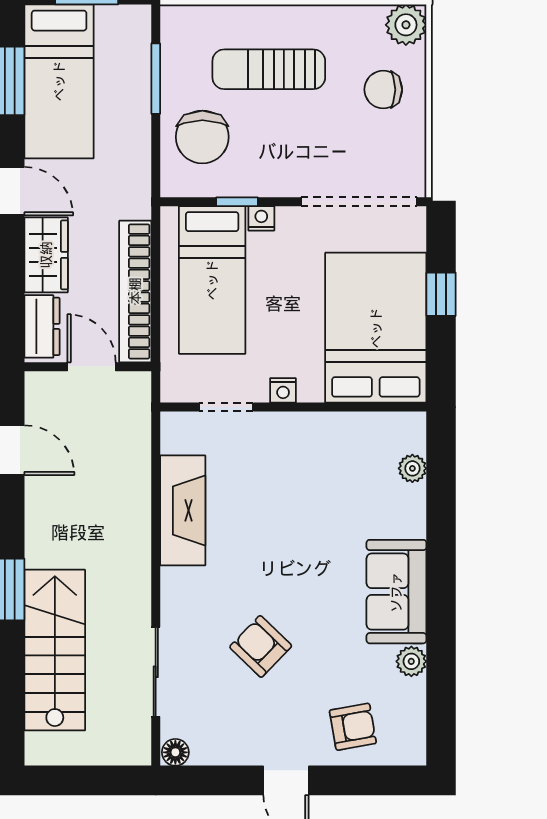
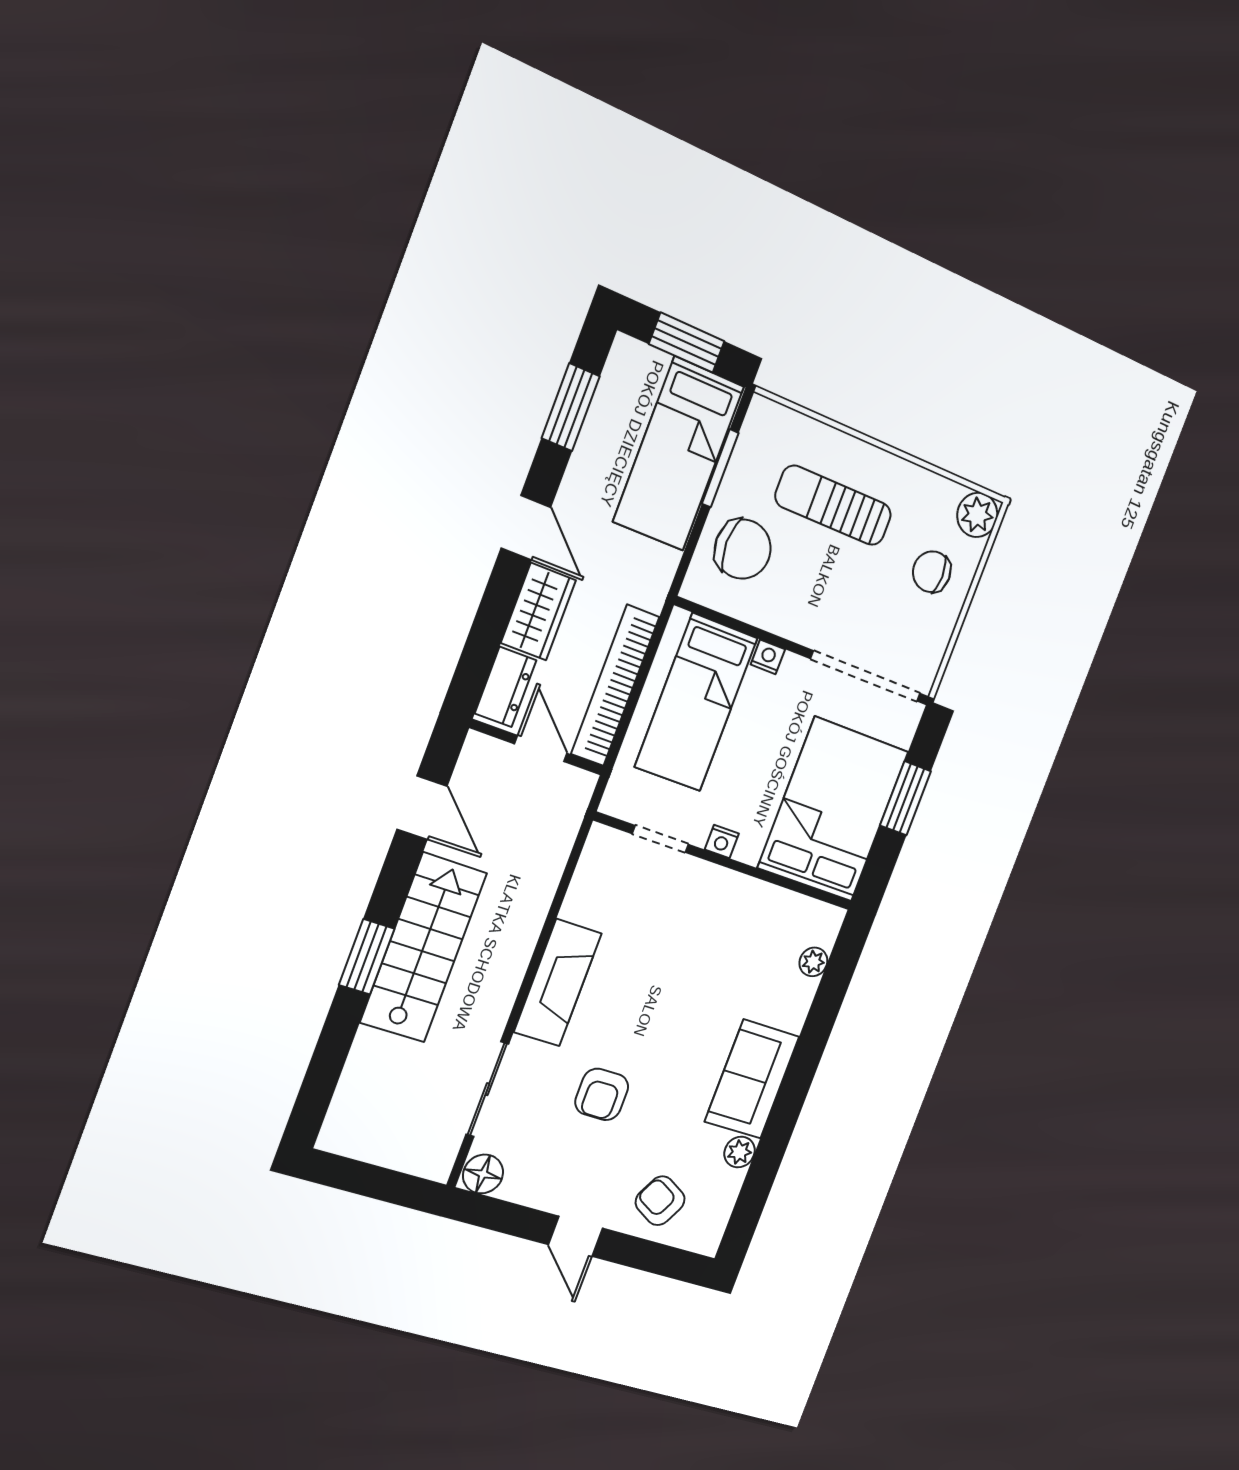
bed: (59, 81) -> (679, 454), moved
chair: (202, 137) -> (743, 549), turned -90
window: (237, 202) -> (751, 630), removed
window: (441, 294) -> (905, 798), width x1.50
fireplace: (183, 510) -> (558, 983), moved
armchair: (261, 646) -> (602, 1094), turned -134
stairs: (55, 650) -> (423, 948), moved
armchair: (353, 727) -> (660, 1201), turned -141
floor lamp: (175, 752) -> (483, 1174), width x1.37, depth x1.37

